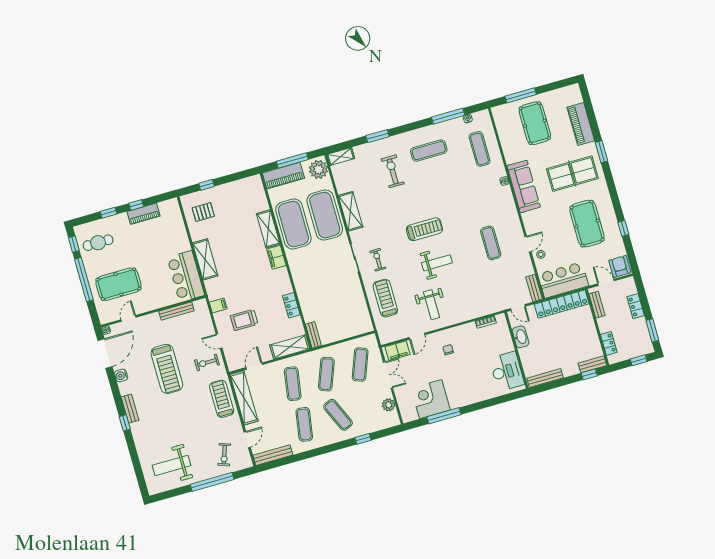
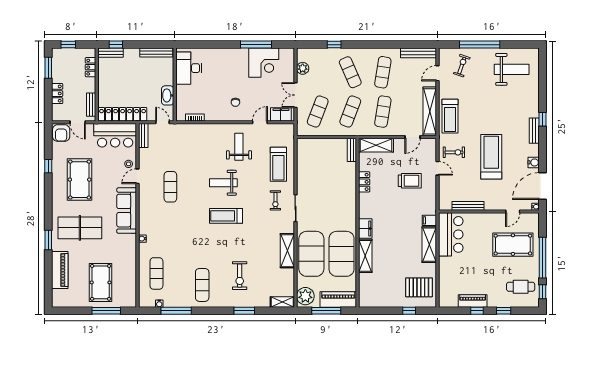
exercise mat: (429, 151) -> (202, 285), turned 90
sofa: (524, 186) -> (127, 211), moved
pallet: (203, 212) -> (419, 287), width x1.50, depth x1.42
filing cabinet: (218, 306) -> (429, 220), moved

